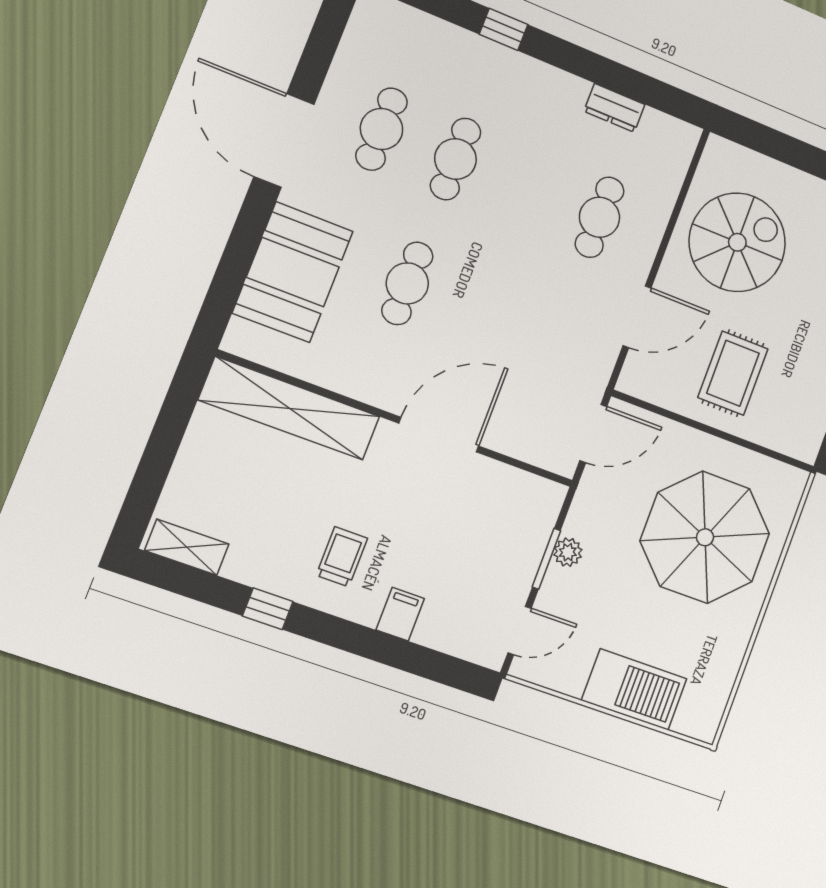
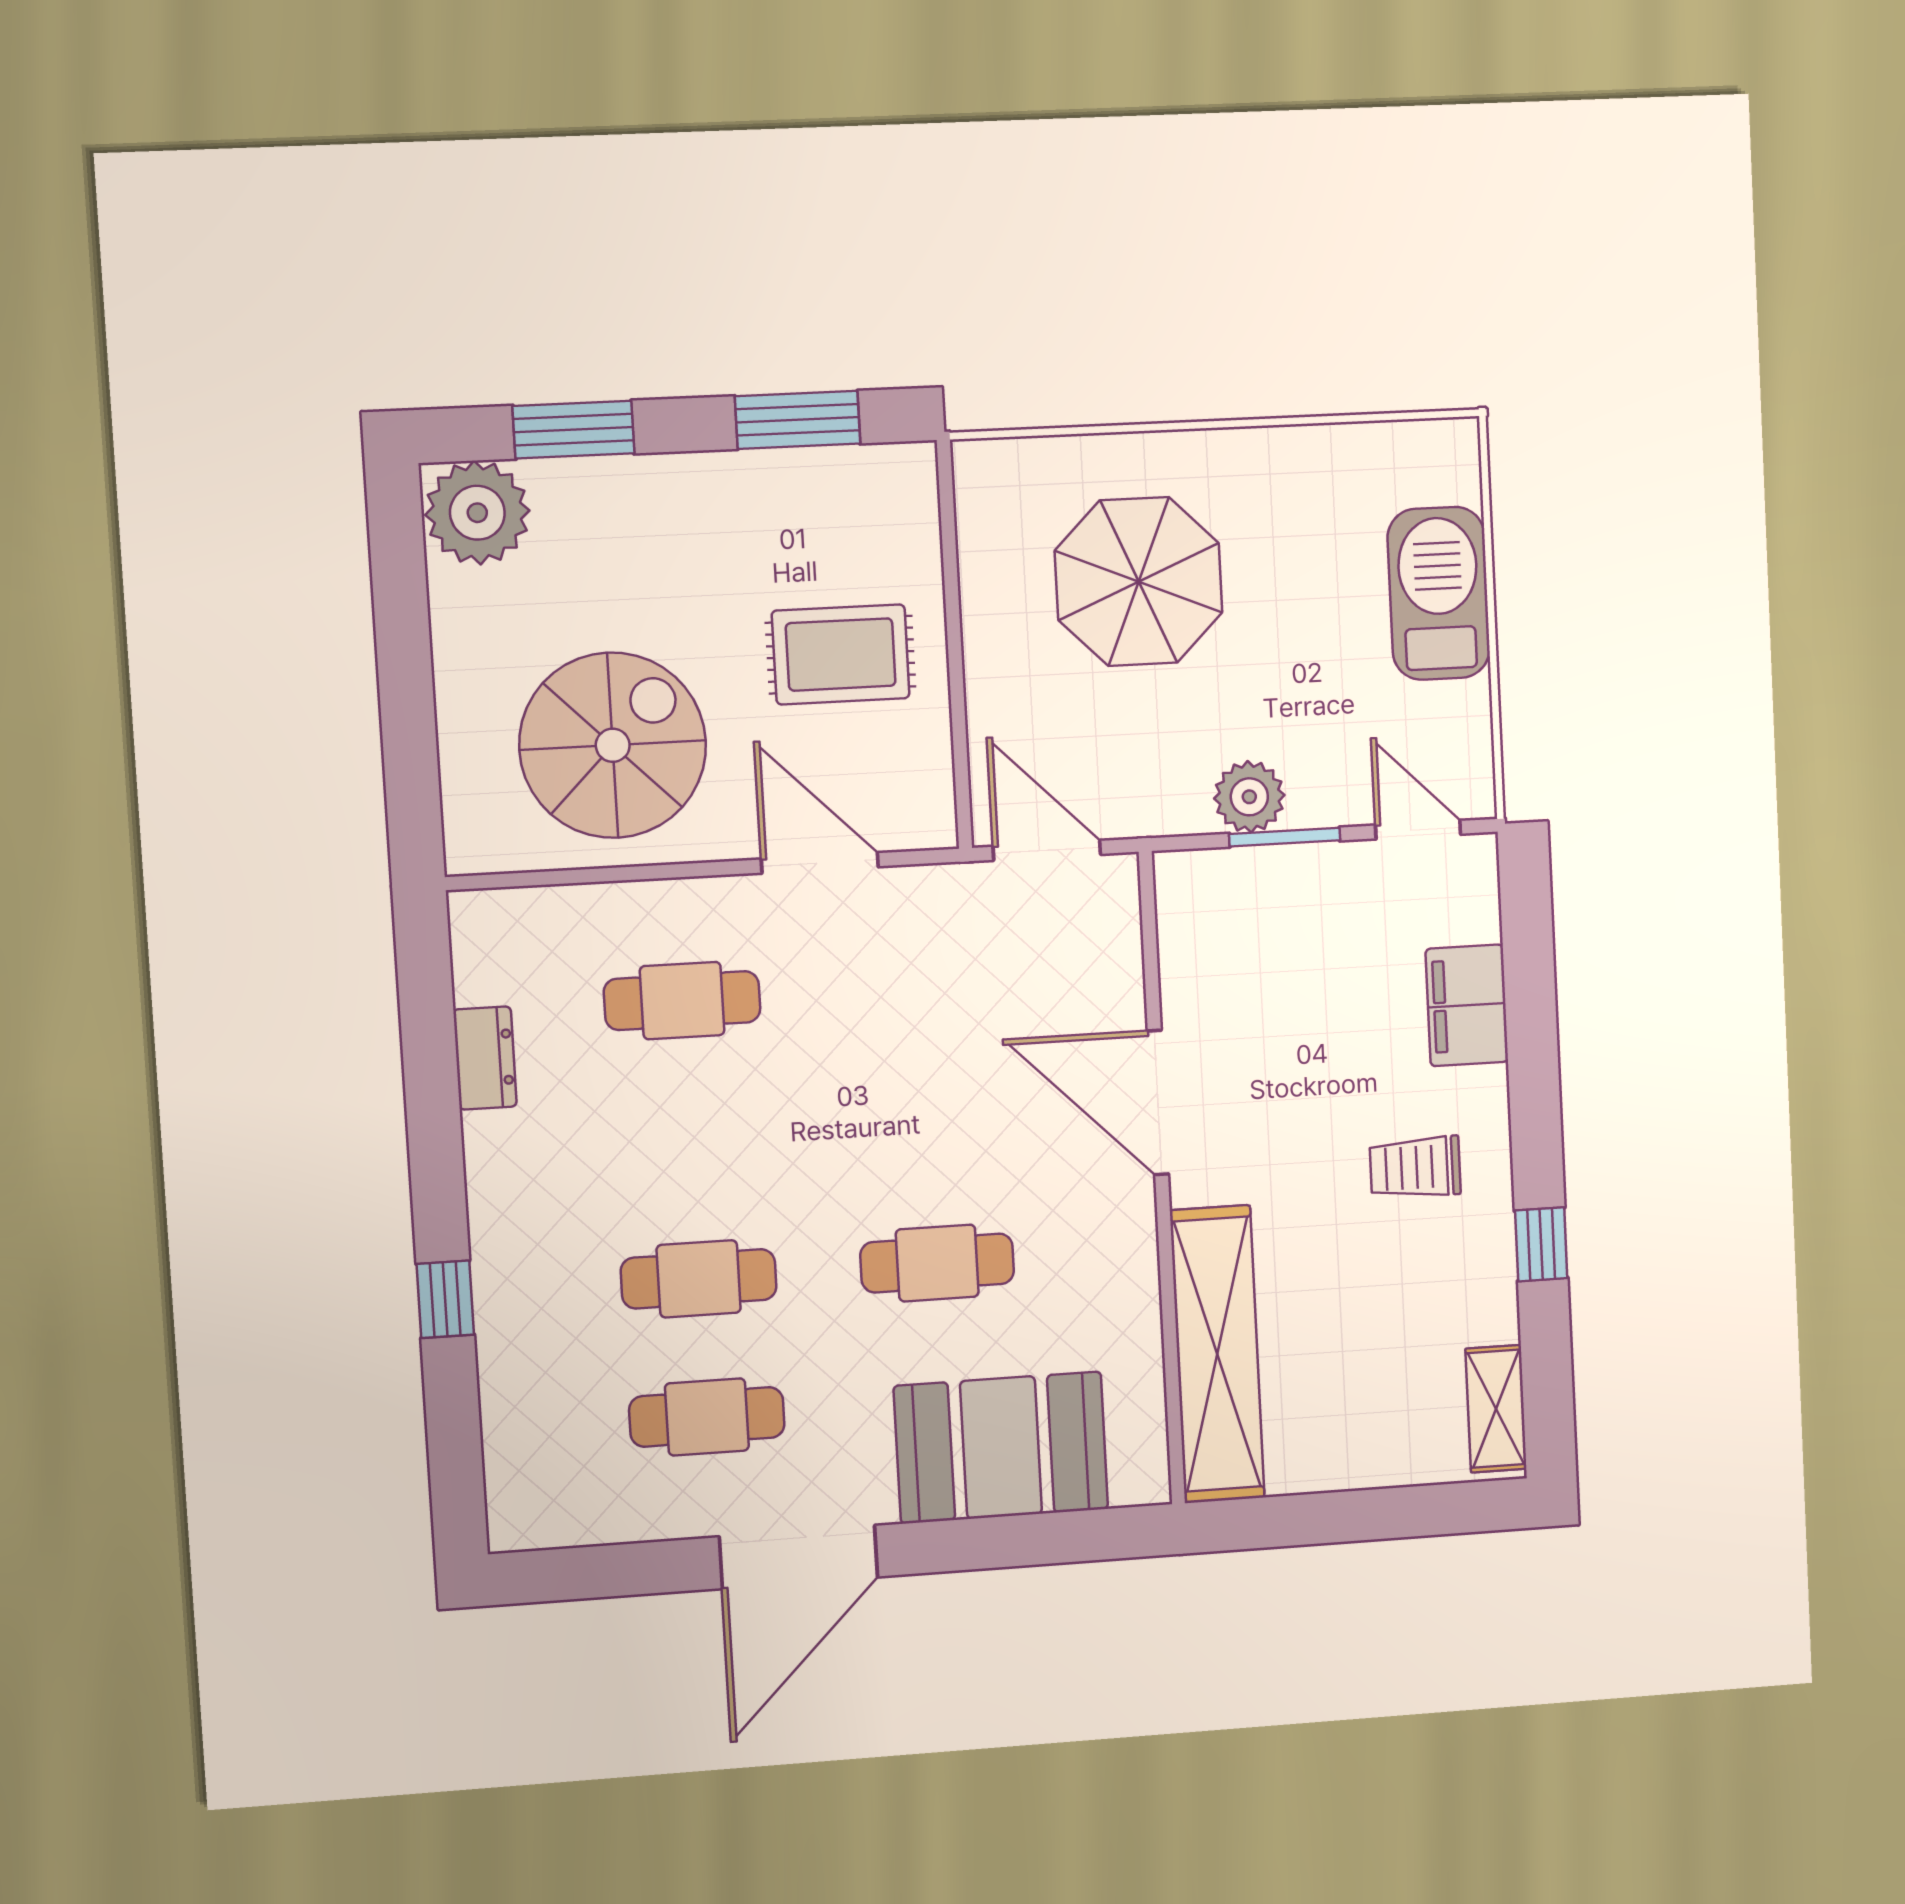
spiral stairs: (737, 242) -> (613, 745), turned 90
parasol: (705, 537) -> (1139, 582), width x0.73, depth x0.73
plant: (568, 552) -> (1249, 797), width x1.38, depth x1.38
filing cabinet: (400, 614) -> (1467, 1005), width x2.00

